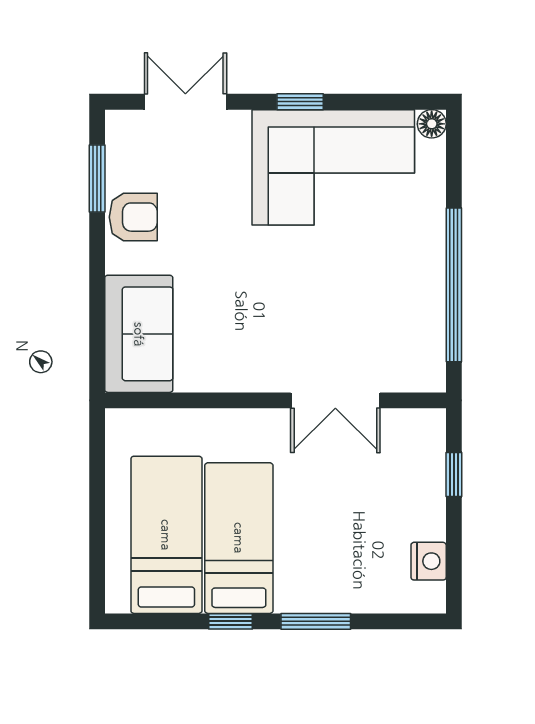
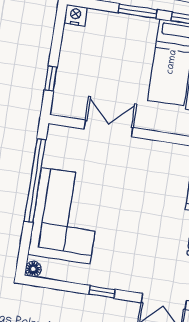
corner sofa: (333, 167) -> (66, 216), moved, turned 90
nightstand: (429, 561) -> (76, 15), moved, turned 90

